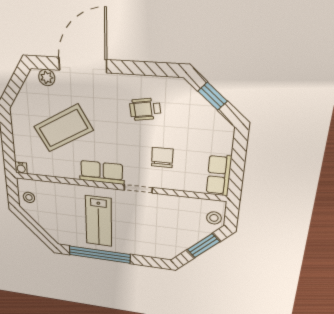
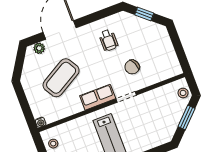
wheelchair: (145, 109) -> (108, 40), turned -81
chair: (162, 158) -> (132, 67), turned -112
row of seats: (219, 175) -> (172, 62), removed

